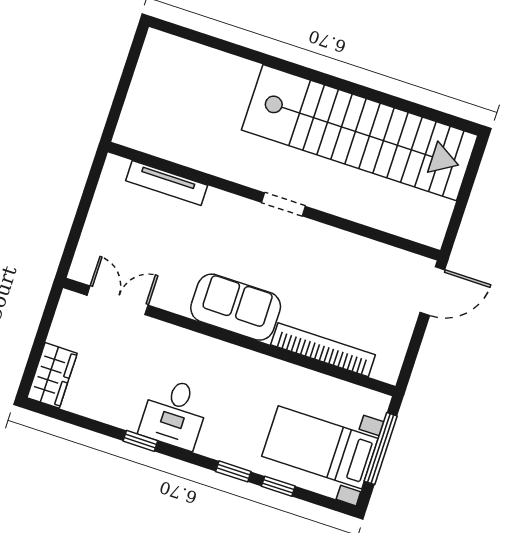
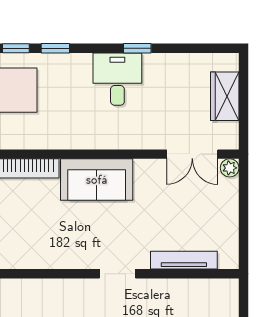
doorway: (283, 204) -> (118, 274), moved
plant: (80, 271) -> (230, 168), added
wardrobe: (52, 375) -> (225, 96), moved

